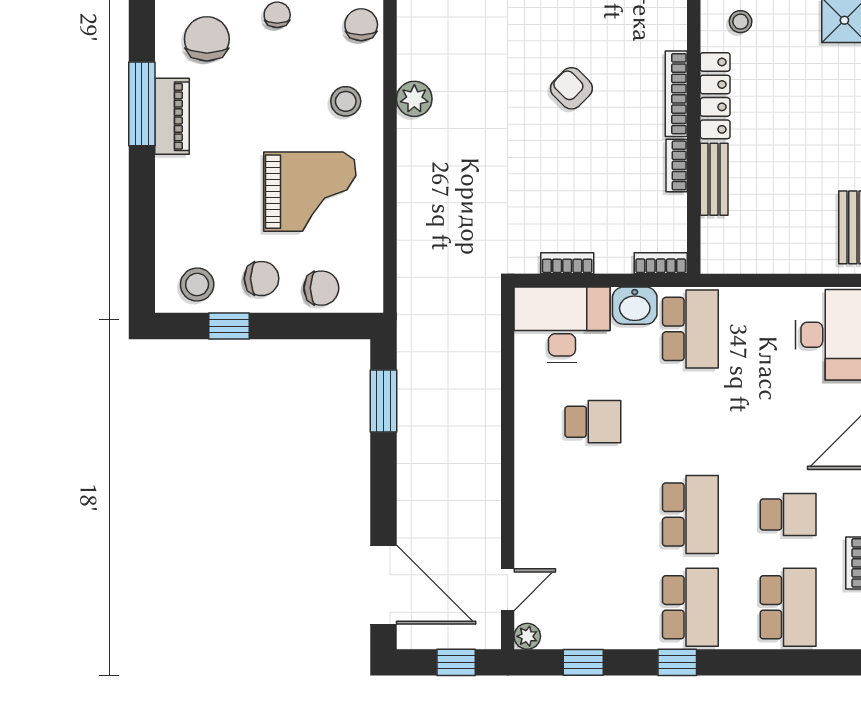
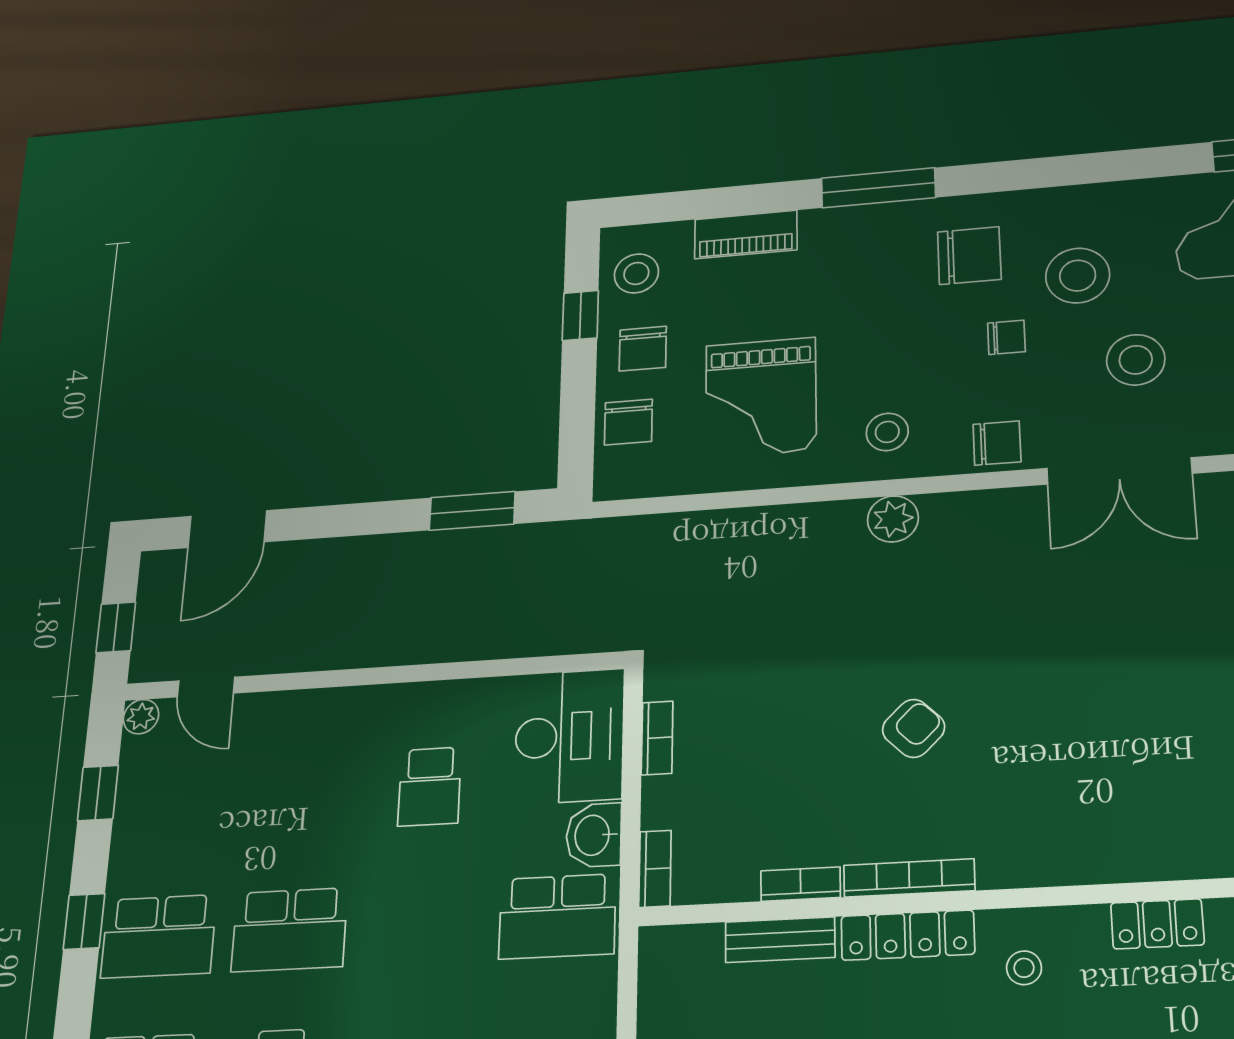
piano: (172, 116) -> (746, 235), moved
door: (383, 585) -> (227, 529), width x0.73

